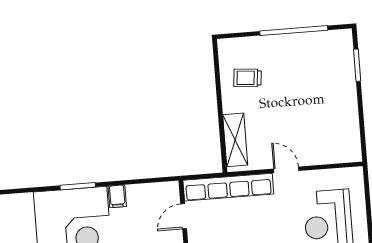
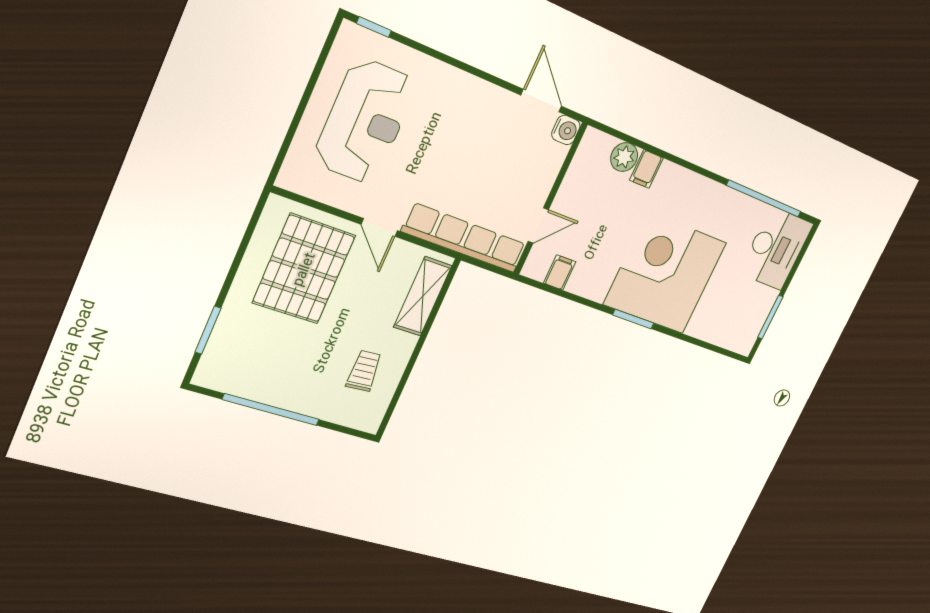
trolley: (248, 78) -> (364, 371), turned -99
pallet: (319, 125) -> (304, 269), added
filing cabinet: (117, 196) -> (560, 272), moved

